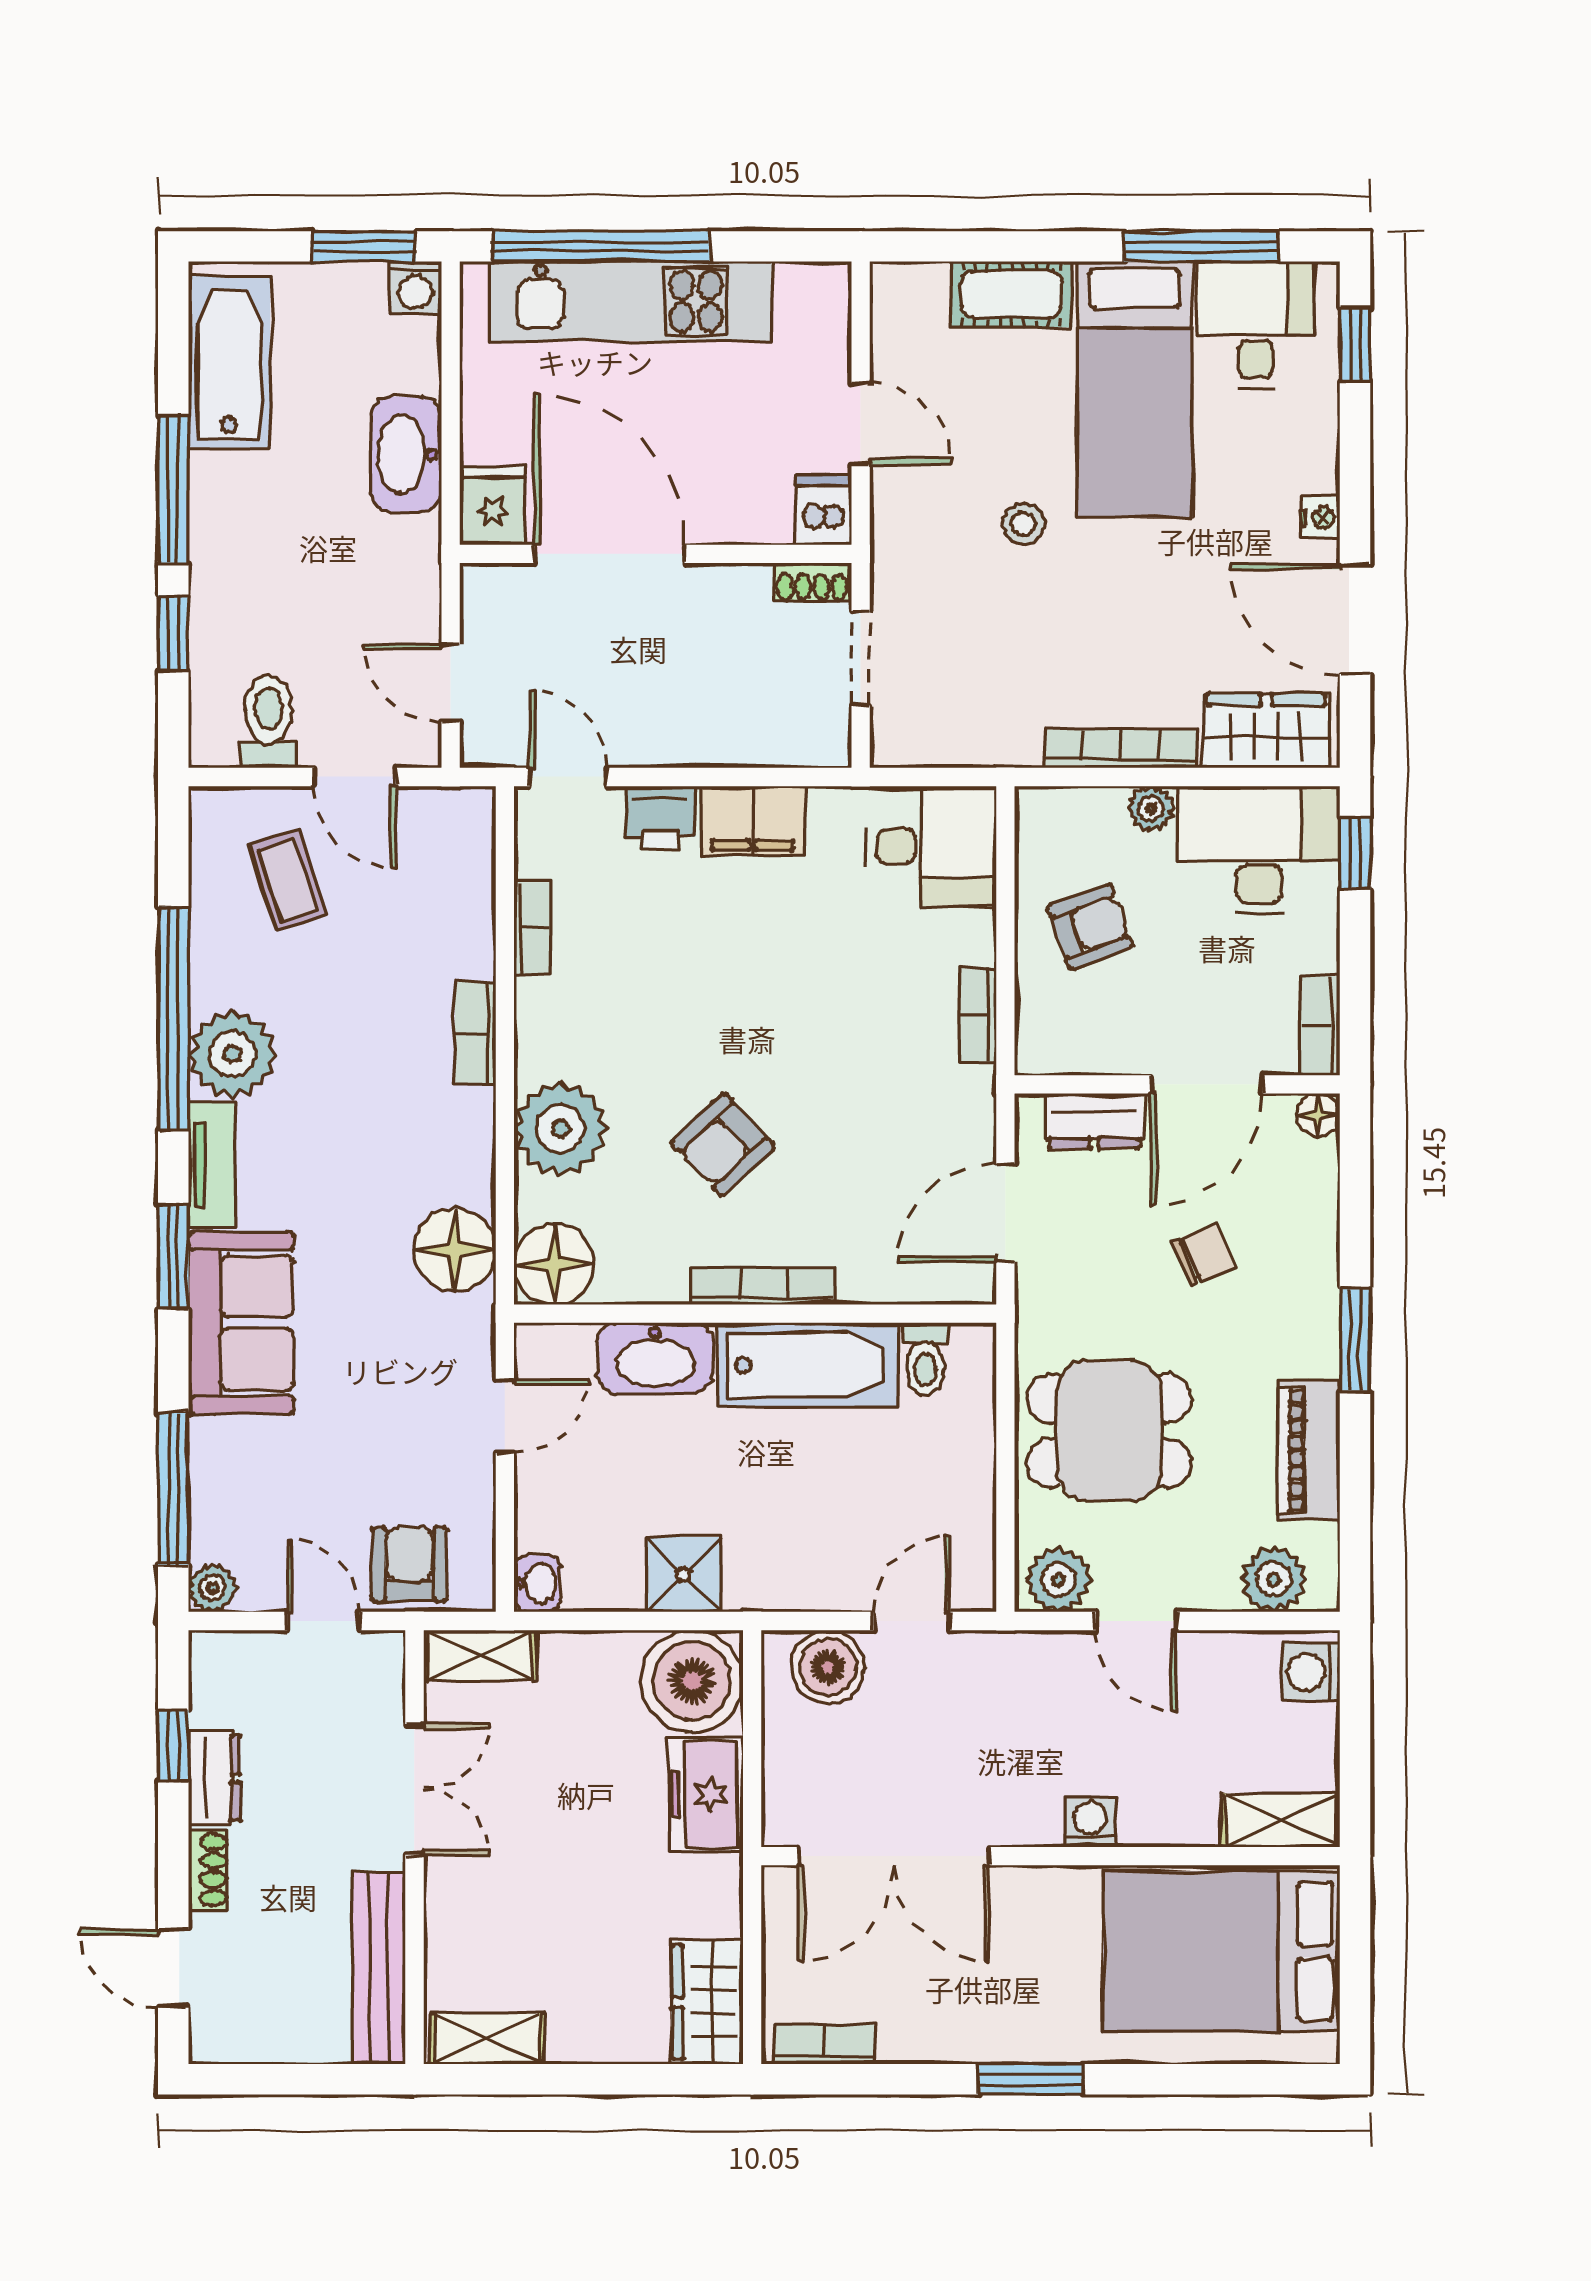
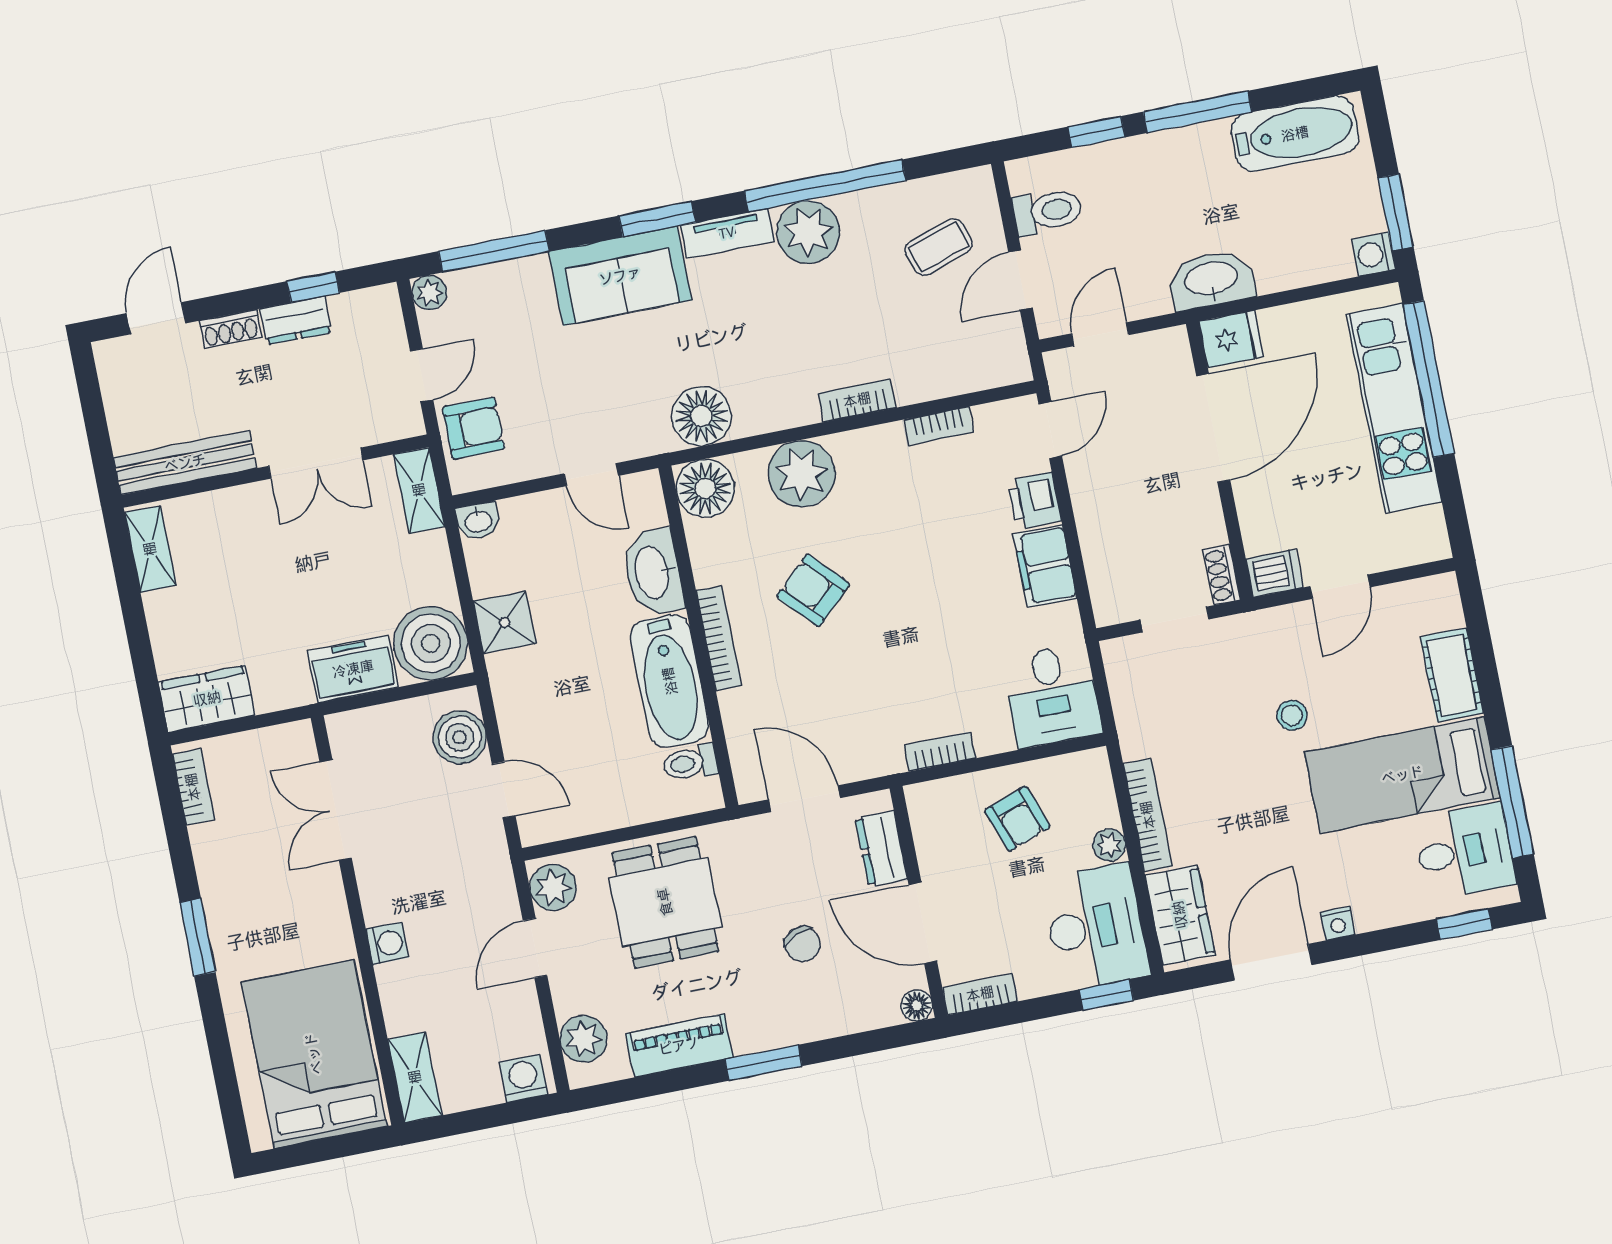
washbasin: (406, 454) -> (1211, 280), moved
double door: (894, 1856) -> (336, 810), width x0.73

